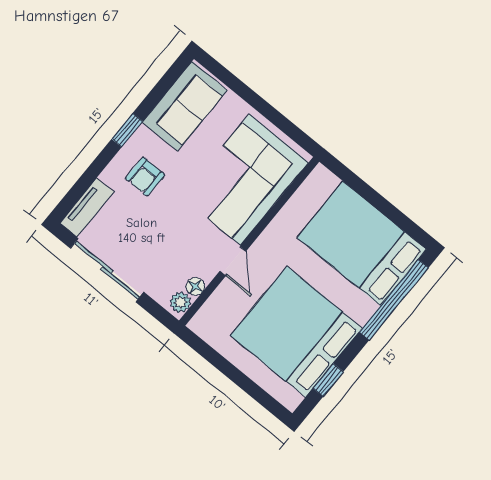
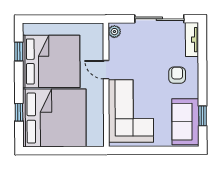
window: (127, 130) -> (203, 116), moved
bed: (362, 243) -> (54, 118), width x1.36
floor lamp: (195, 286) -> (113, 44), removed
window: (394, 300) -> (19, 112), width x0.32

